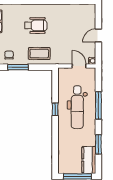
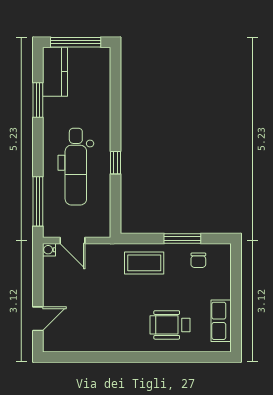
wheelchair: (36, 25) -> (170, 325), moved
door: (98, 36) -> (38, 319), moved
window: (98, 105) -> (38, 201), moved
dental chair: (77, 107) -> (76, 167), turned 180

